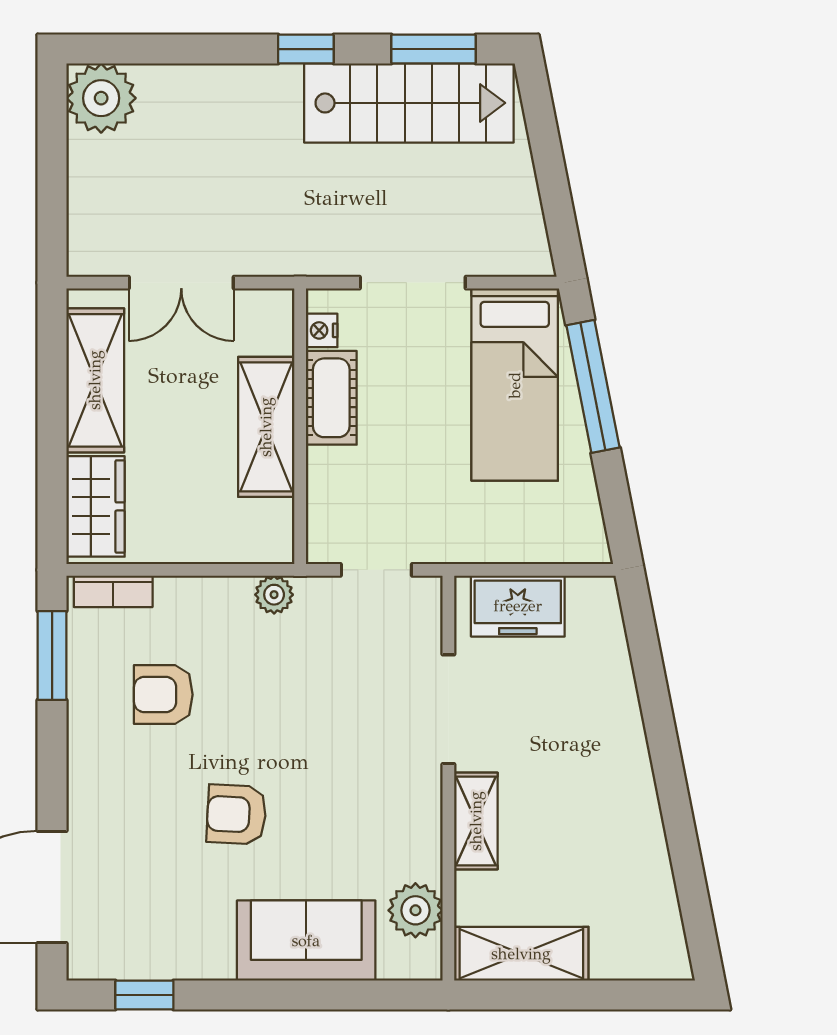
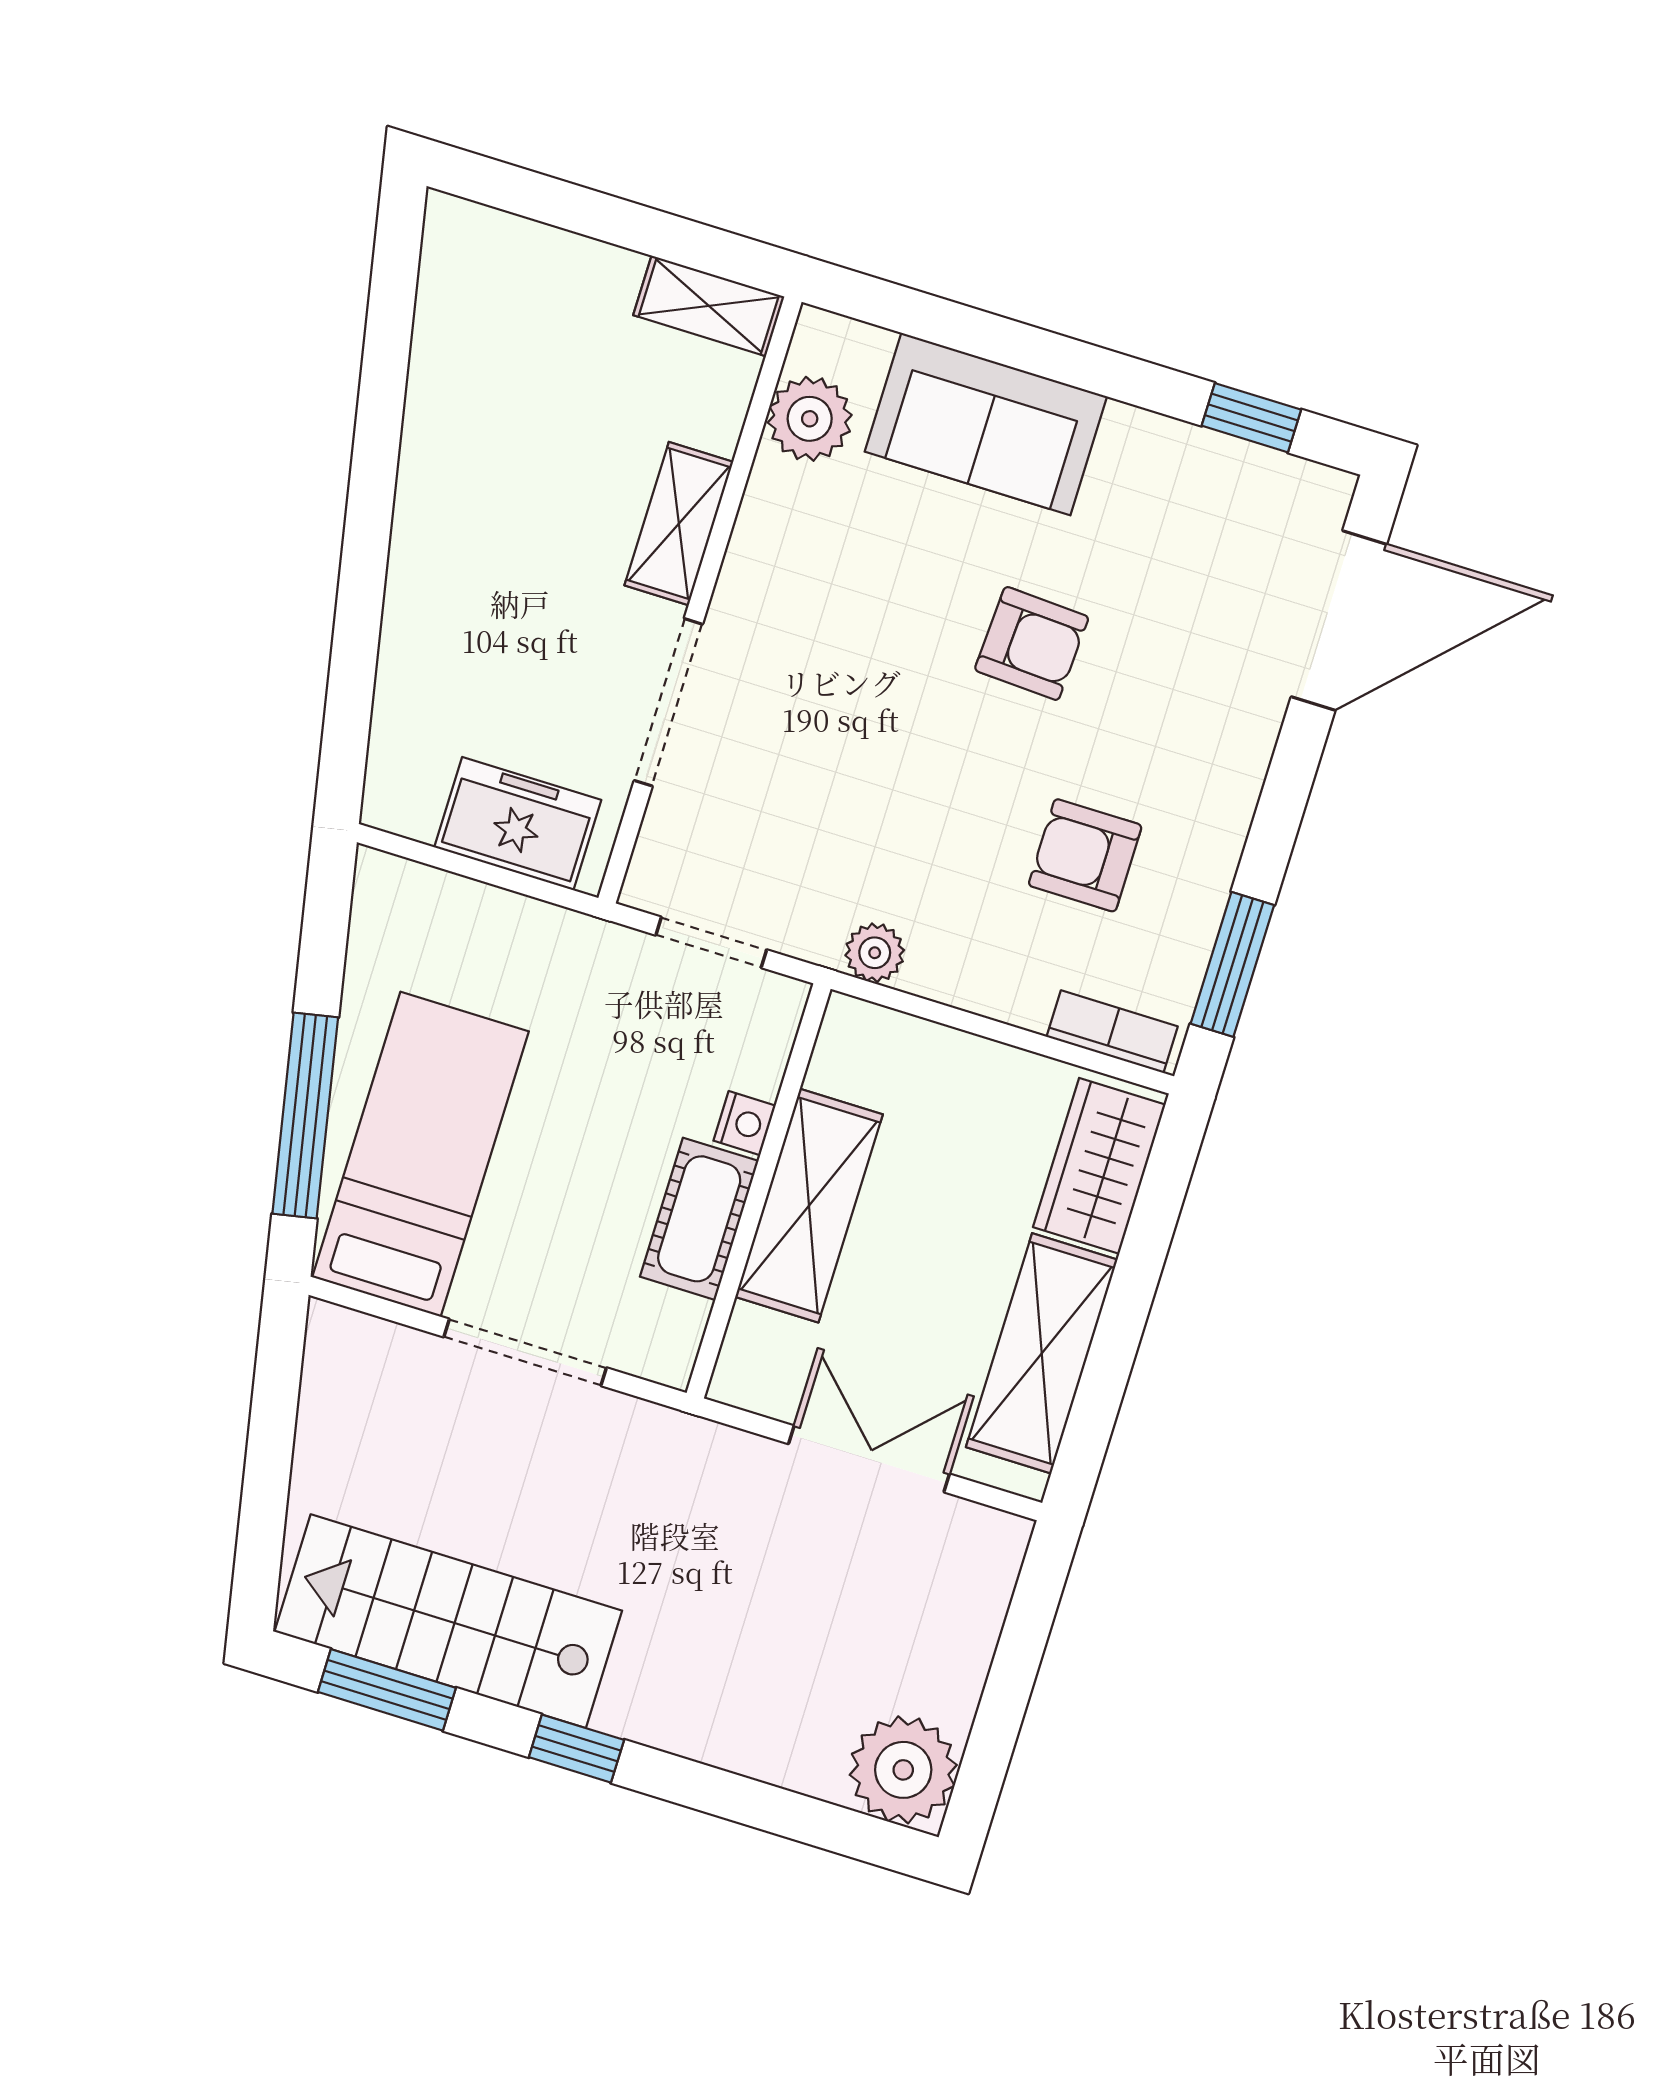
nightstand: (322, 330) -> (744, 1123), moved
armchair: (163, 695) -> (1085, 855), turned 180
shelving: (521, 954) -> (709, 306), width x0.67, depth x0.75

